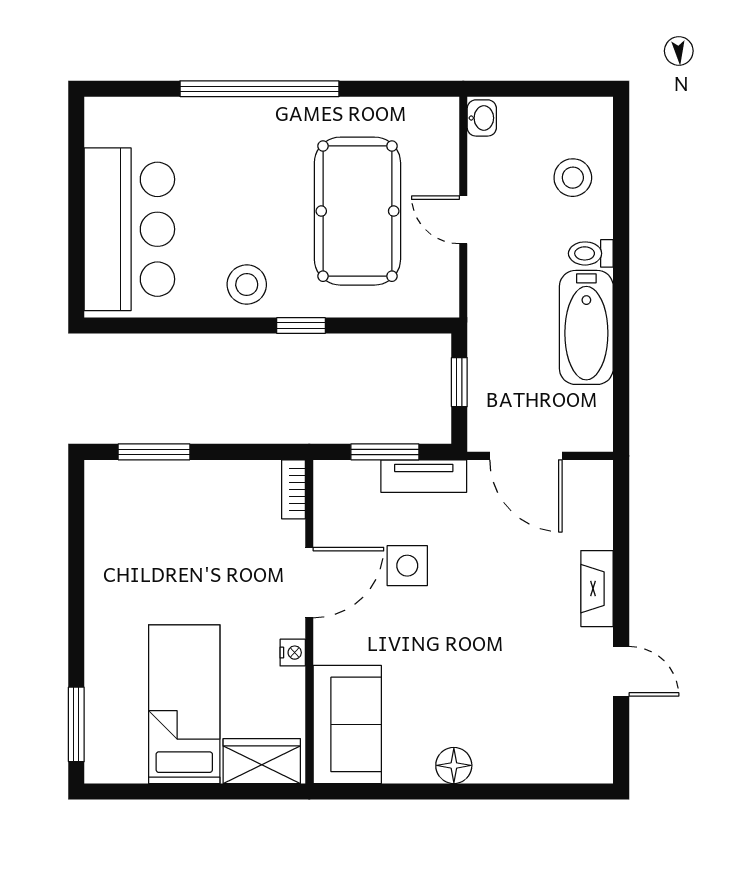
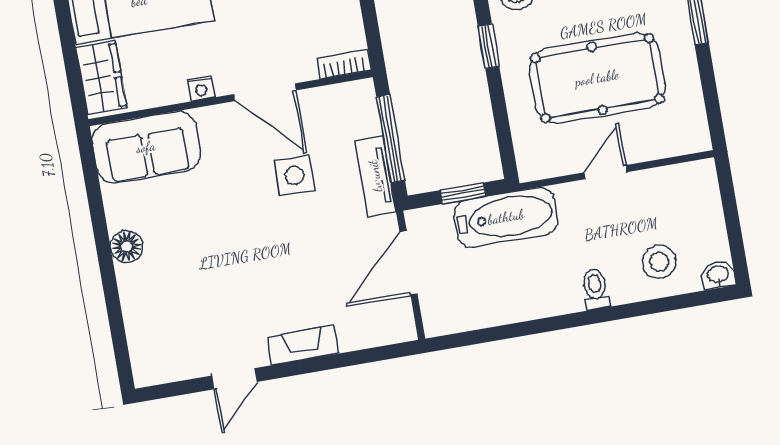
washbasin: (482, 118) -> (718, 275), moved, turned 180
bathtub: (586, 327) -> (506, 217), moved, turned 180
window: (385, 452) -> (391, 139), width x1.44

